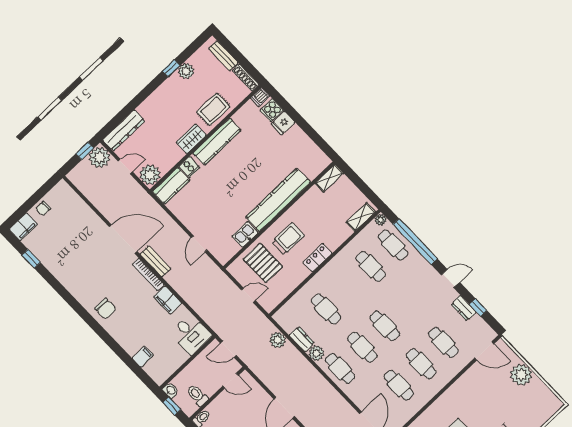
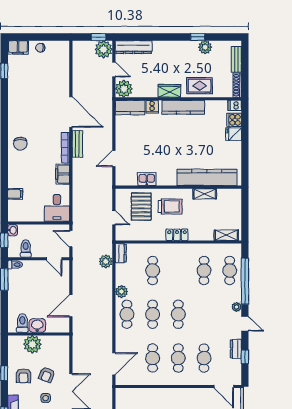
shelving: (329, 178) -> (205, 194), moved
kitchen counter: (278, 200) -> (207, 177), moved
plant: (381, 220) -> (237, 307), moved
dresser: (302, 339) -> (121, 253), moved

